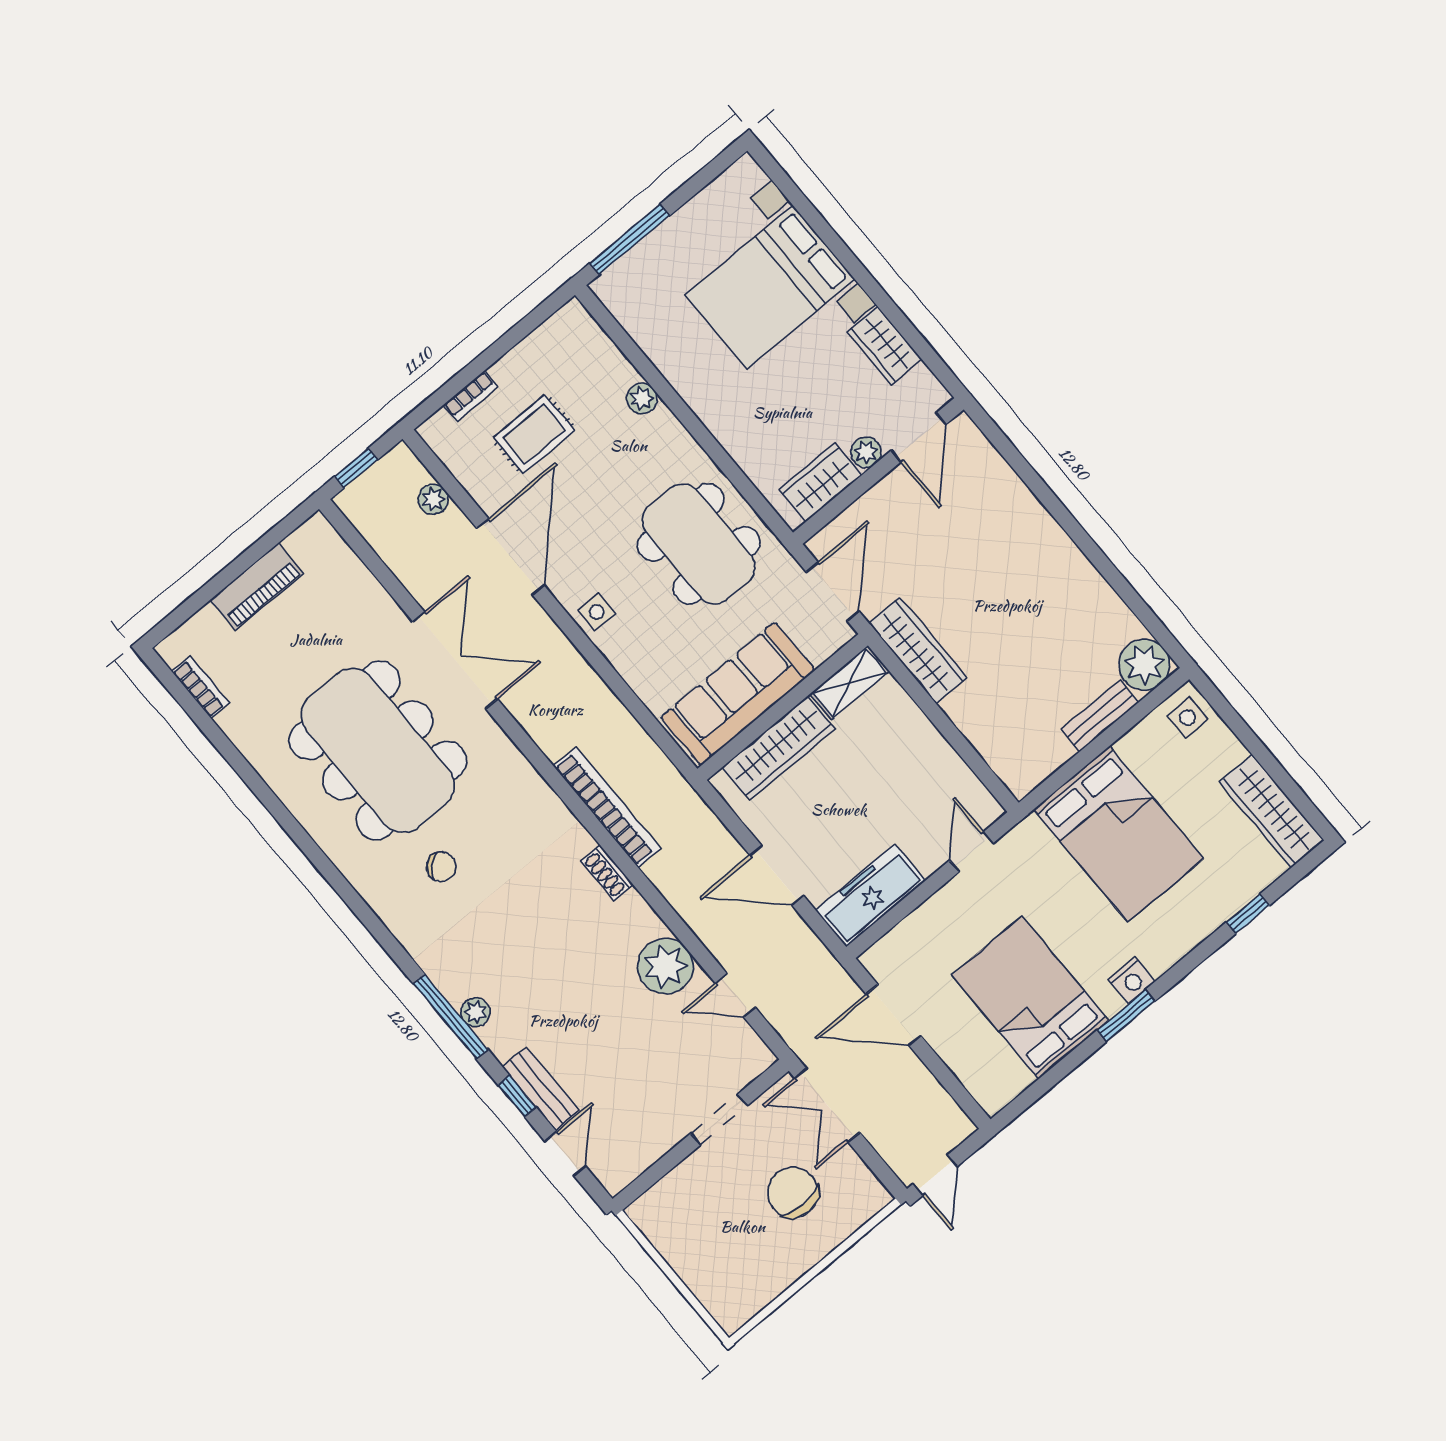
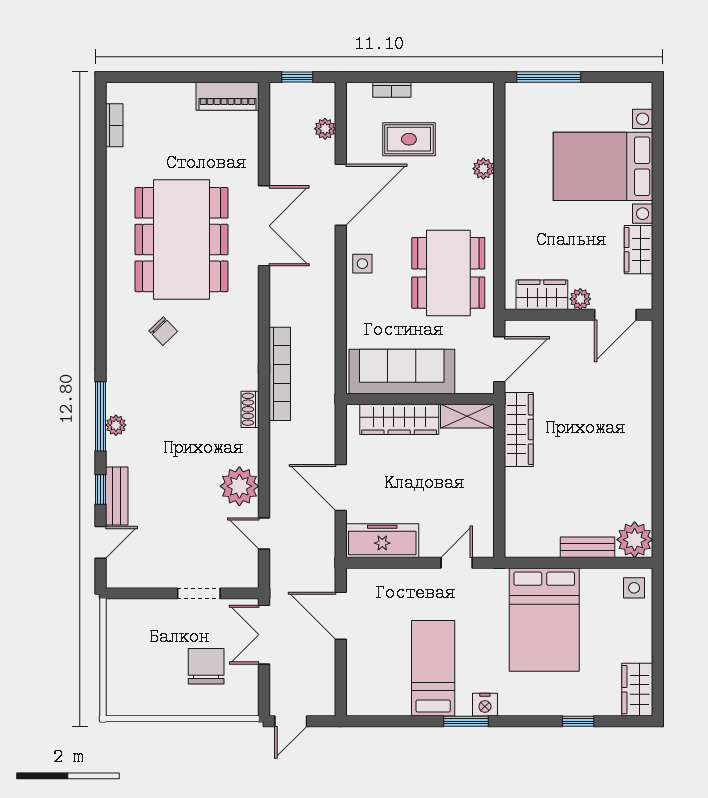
piano: (257, 587) -> (228, 96), moved
wardrobe: (1272, 811) -> (637, 690), width x0.67
bed: (1030, 998) -> (433, 668), width x0.67

